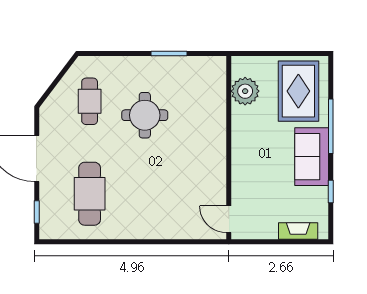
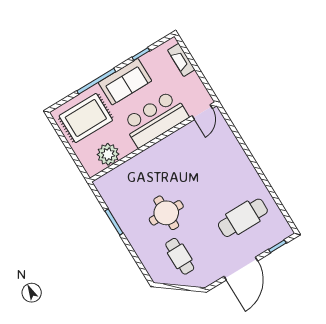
cafe table: (90, 101) -> (180, 256), turned 90
bar counter: (252, 165) -> (155, 119), added

